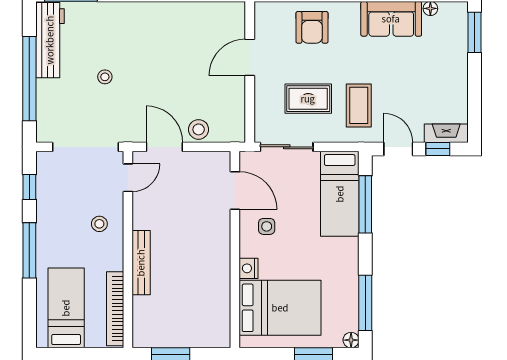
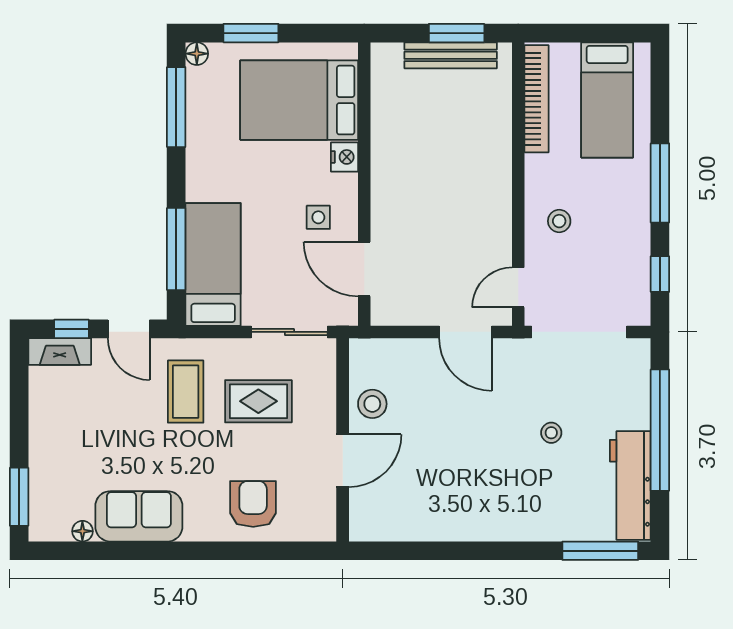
stool: (199, 129) -> (372, 404), moved
bench: (141, 263) -> (451, 55), moved, turned 90

